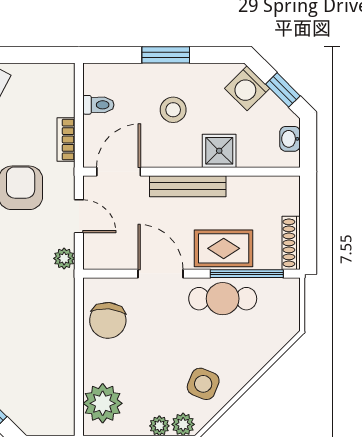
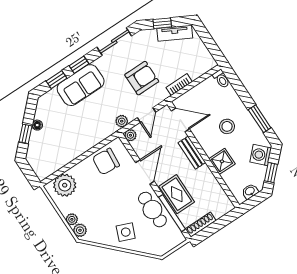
window: (166, 55) -> (260, 119), moved
toilet: (98, 105) -> (221, 79), moved
bench: (188, 186) -> (192, 153), width x0.73
plant: (93, 259) -> (130, 135), added
side table: (203, 384) -> (126, 232), moved

